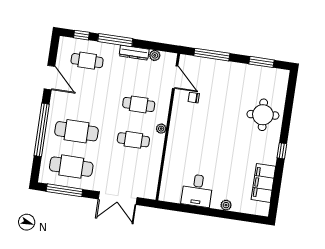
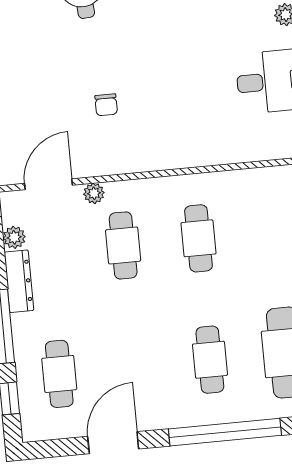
chair: (194, 98) -> (106, 105), moved
plant: (161, 129) -> (94, 193), moved
cafe table: (77, 131) -> (210, 360), width x0.73, depth x0.74

